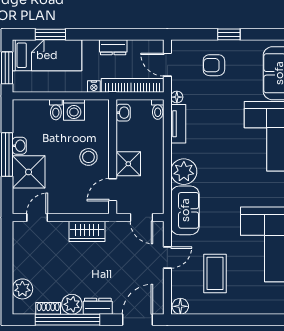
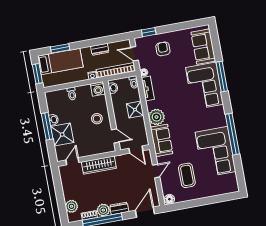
window: (229, 34) -> (149, 32), moved
armchair: (214, 65) -> (163, 49), turned 90
washing machine: (74, 110) -> (98, 89), moved
shower: (128, 164) -> (135, 110), moved
door: (113, 190) -> (115, 136), swing flipped
wardrobe: (87, 231) -> (99, 165), width x1.50

